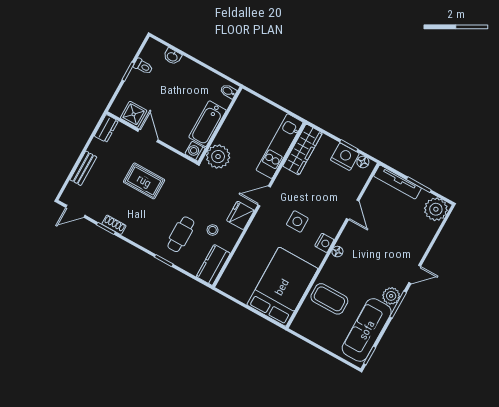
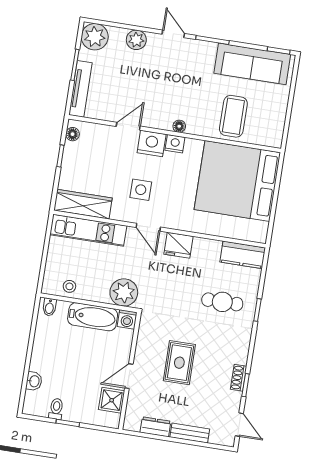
dresser: (106, 129) -> (155, 427), moved
nightstand: (345, 157) -> (152, 144), moved, turned 90
side table: (297, 221) -> (141, 190), moved
stool: (213, 230) -> (69, 286), moved
bed: (282, 287) -> (237, 181), width x1.36
plant: (391, 296) -> (136, 40), moved

